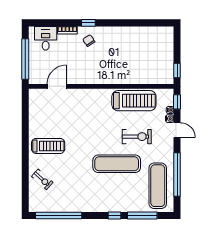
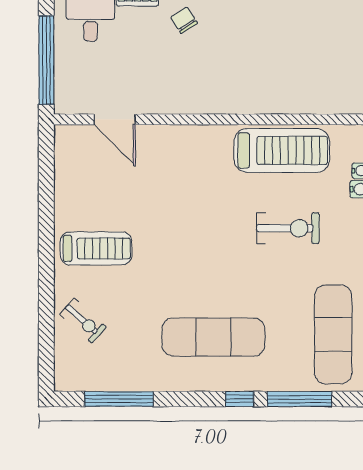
door: (57, 86) -> (115, 119), swing flipped
exercise mat: (117, 164) -> (213, 337), moved
window: (59, 215) -> (119, 399), width x0.68

